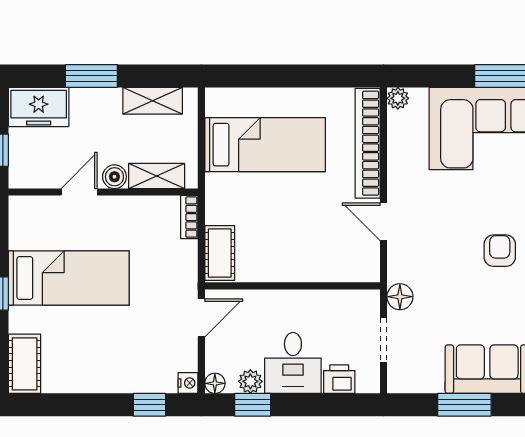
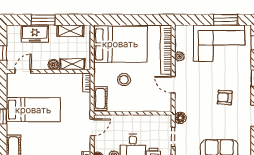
plant: (398, 98) -> (179, 56), moved
freezer: (39, 107) -> (35, 34), moved
bed: (265, 145) -> (120, 44), width x1.50
door: (79, 192) -> (23, 71), moved
stool: (273, 210) -> (124, 80), added
armchair: (500, 251) -> (225, 97), turned -86

